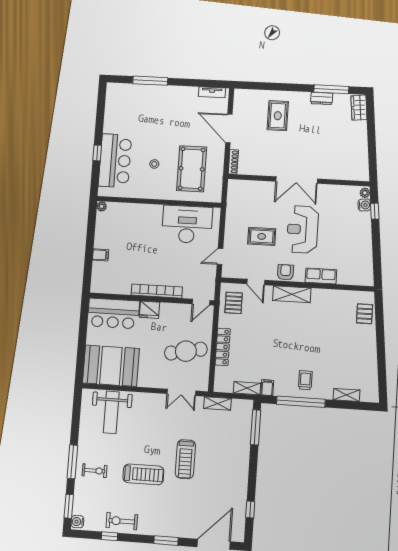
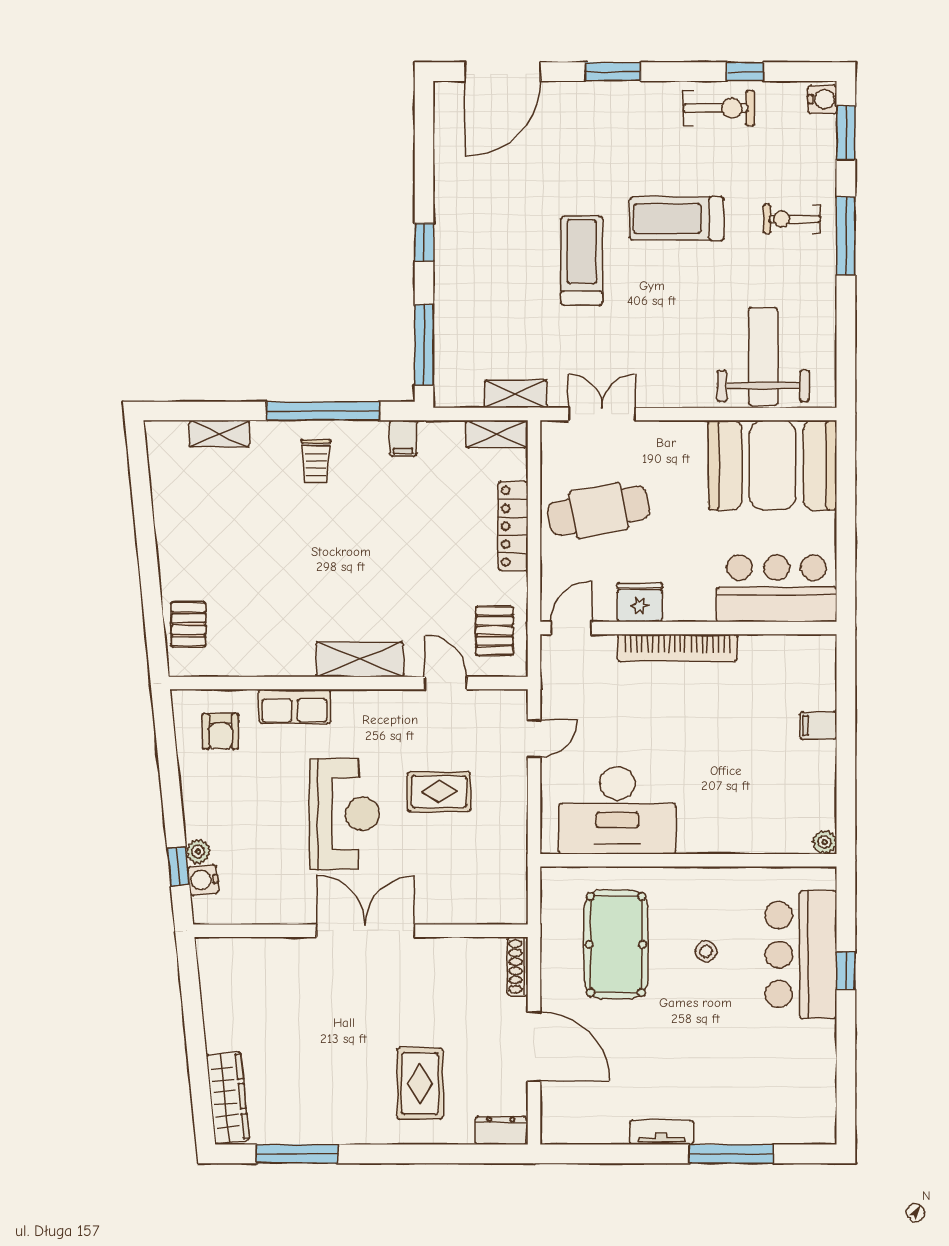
tv unit: (212, 92) -> (662, 1132), moved
dresser: (322, 98) -> (501, 1130), moved
wardrobe: (359, 108) -> (228, 1098), width x1.50
plant: (365, 193) -> (198, 852), moved
armchair: (286, 272) -> (220, 731), moved
fridge: (150, 310) -> (640, 602), moved
shelving: (247, 388) -> (497, 434), moved
window: (250, 509) -> (424, 242), moved

